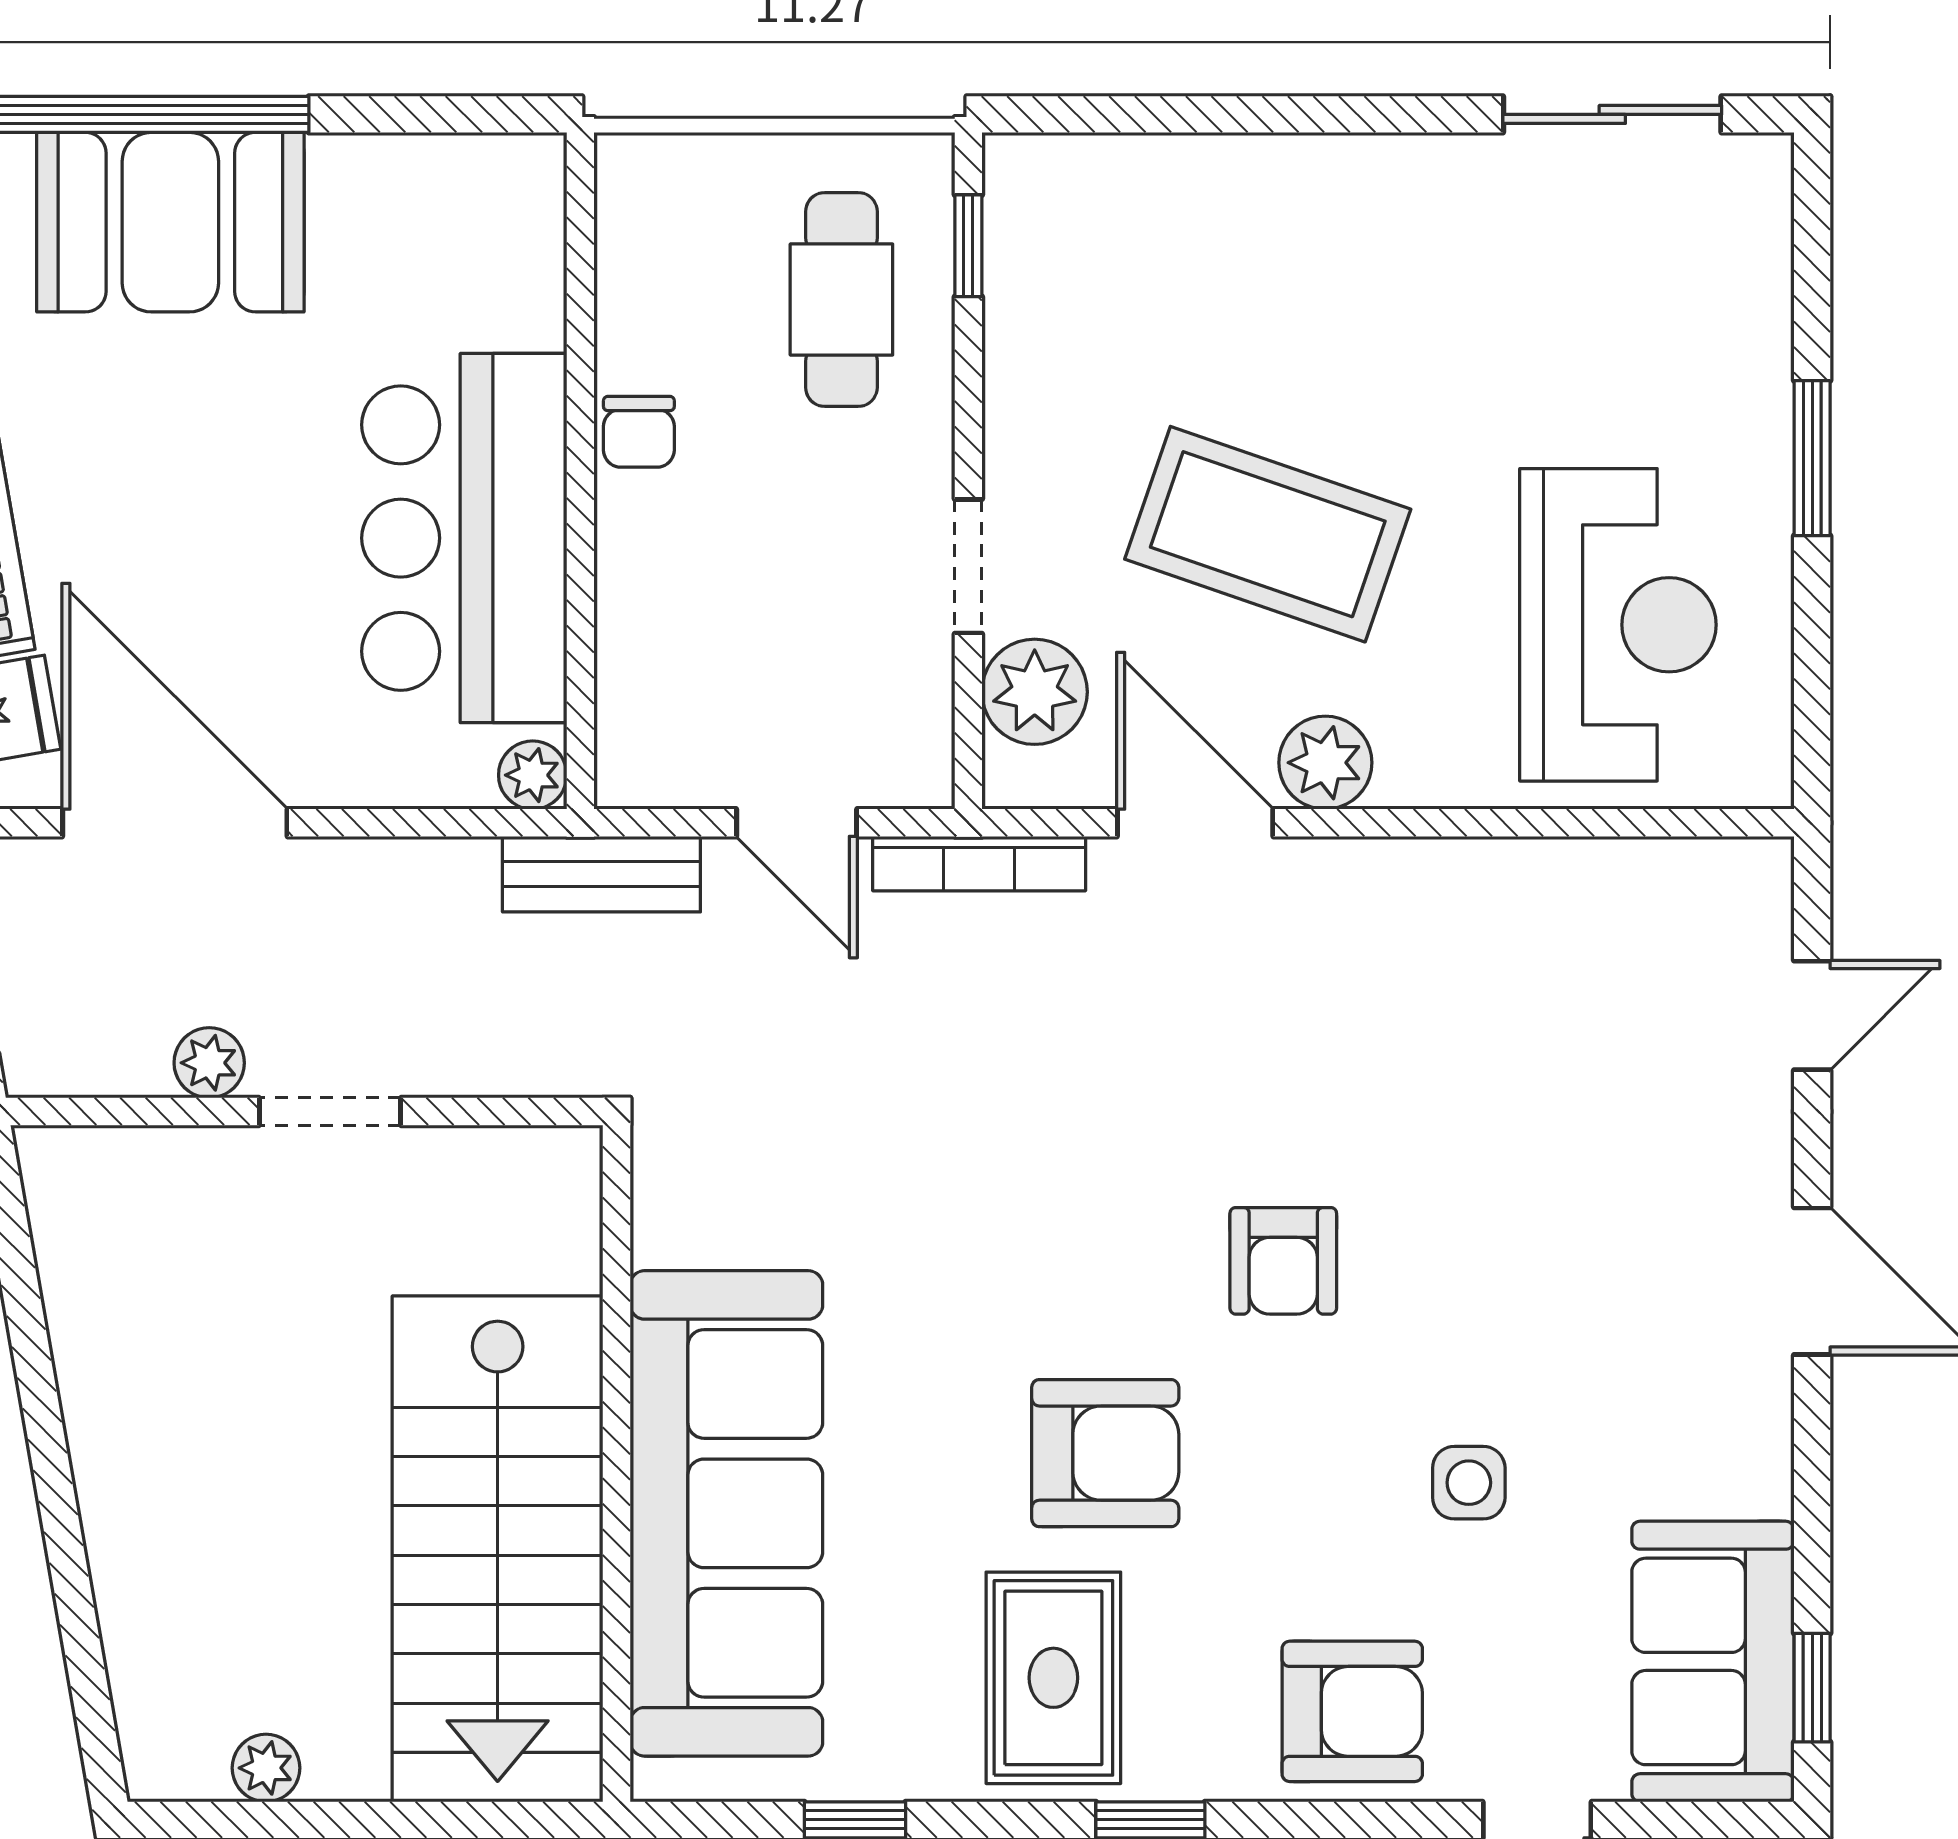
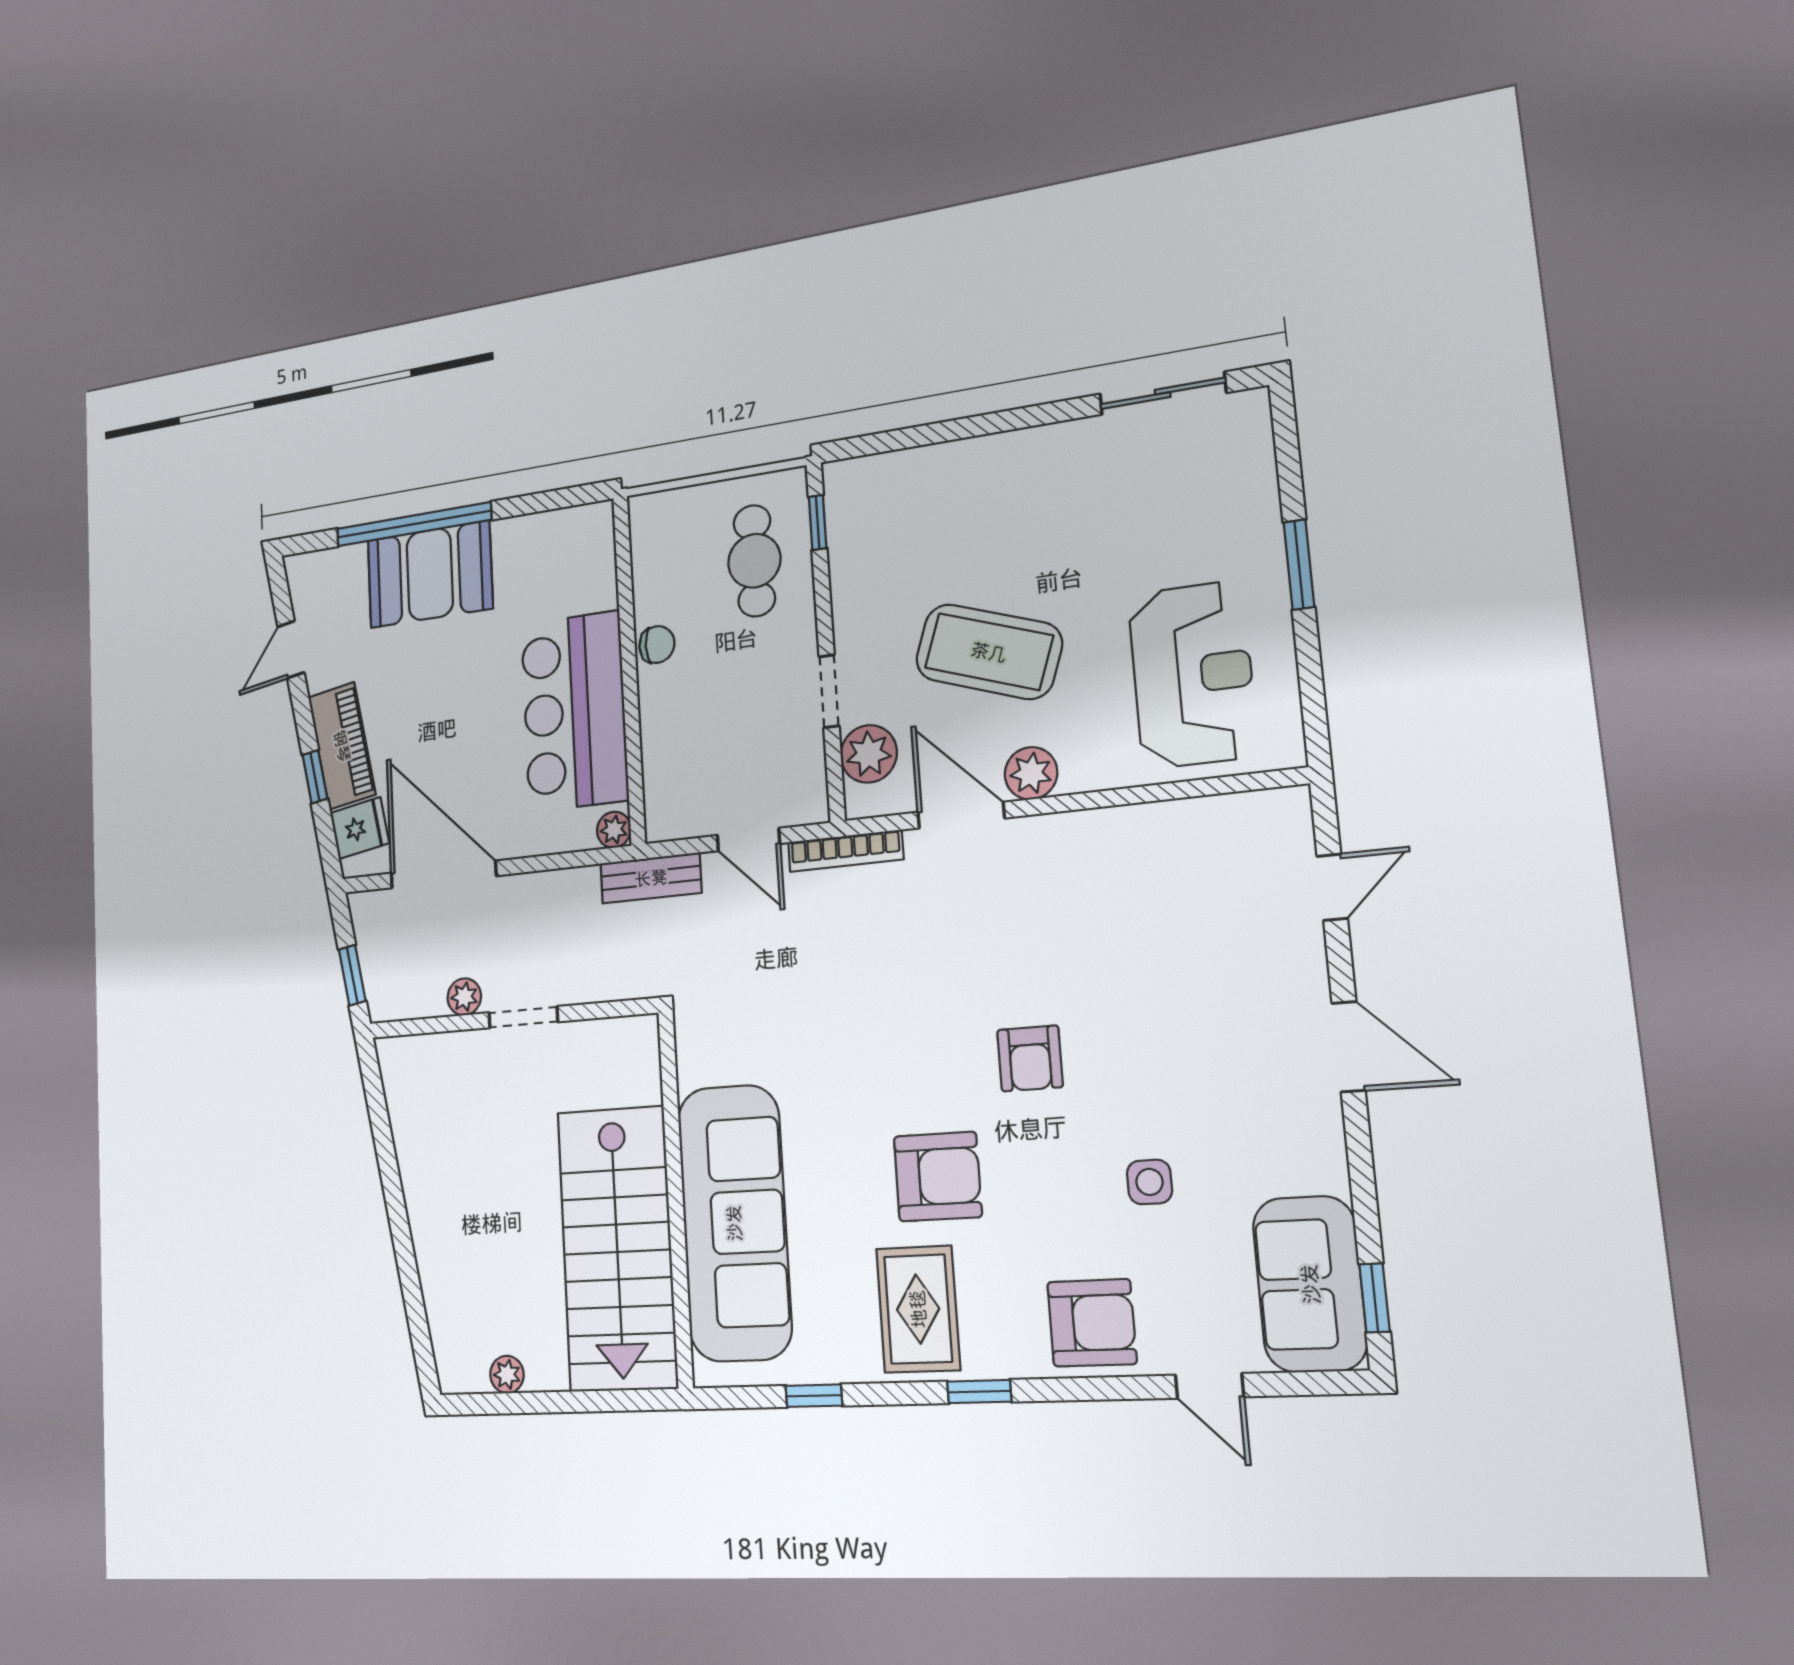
chair: (639, 432) -> (657, 645), turned -90

